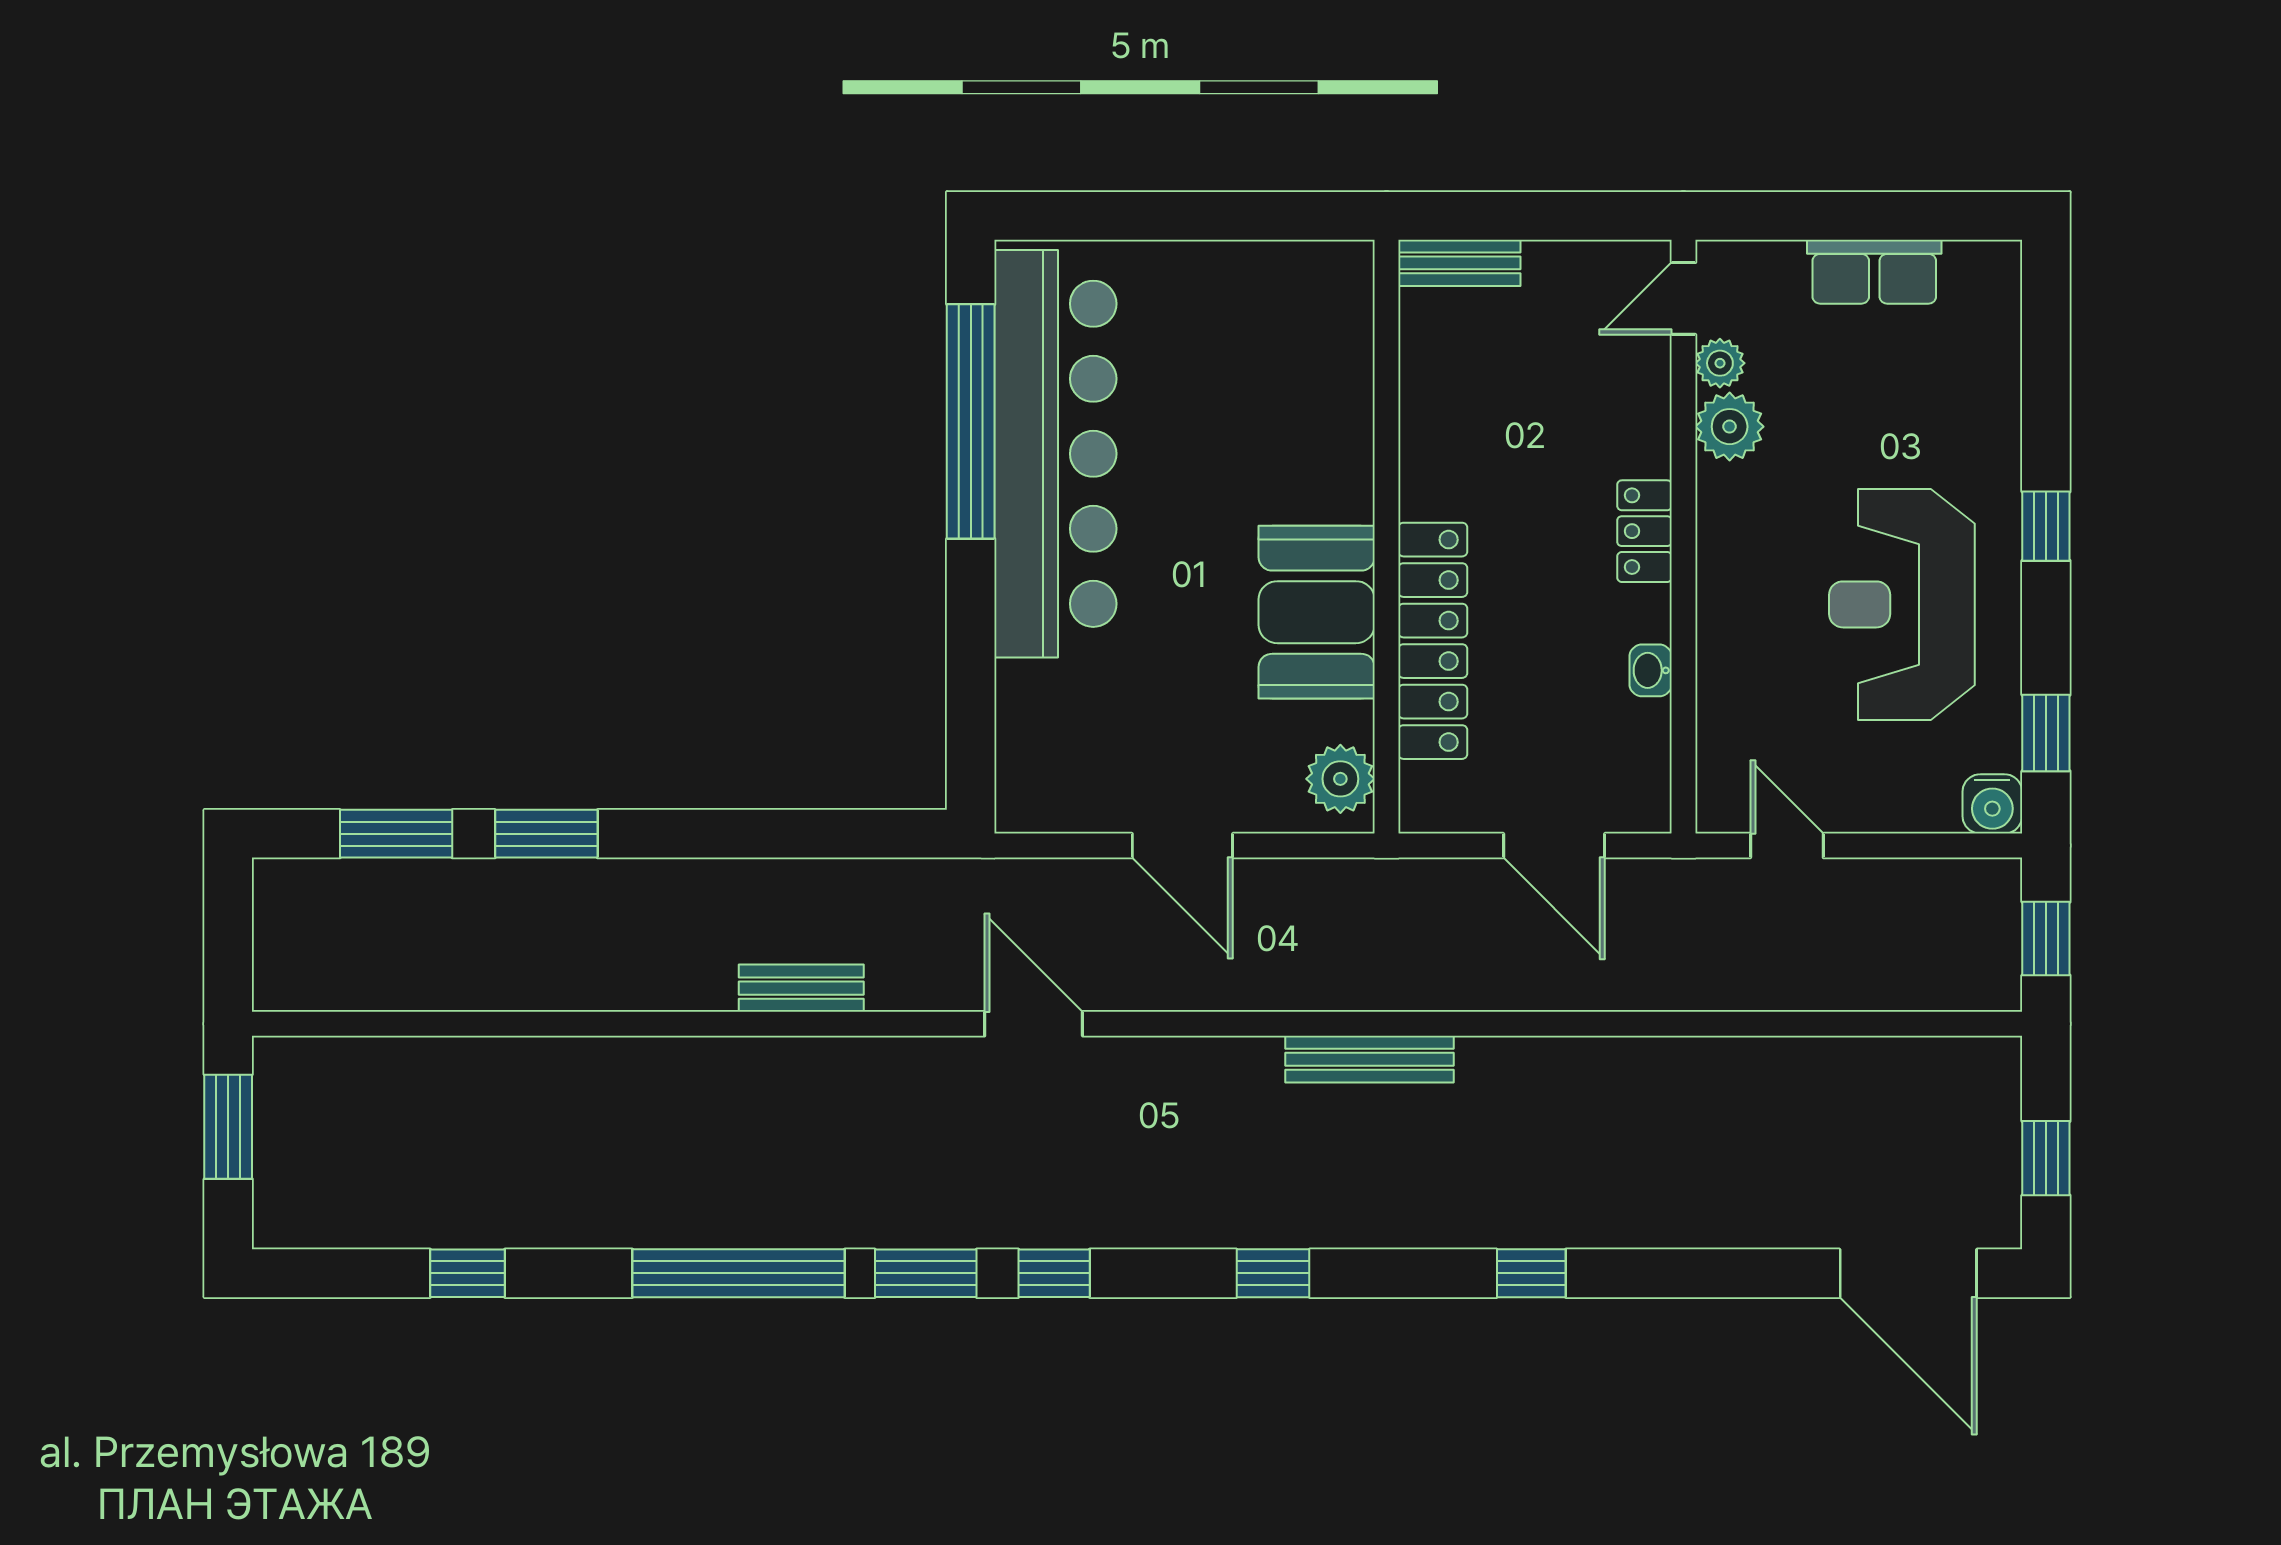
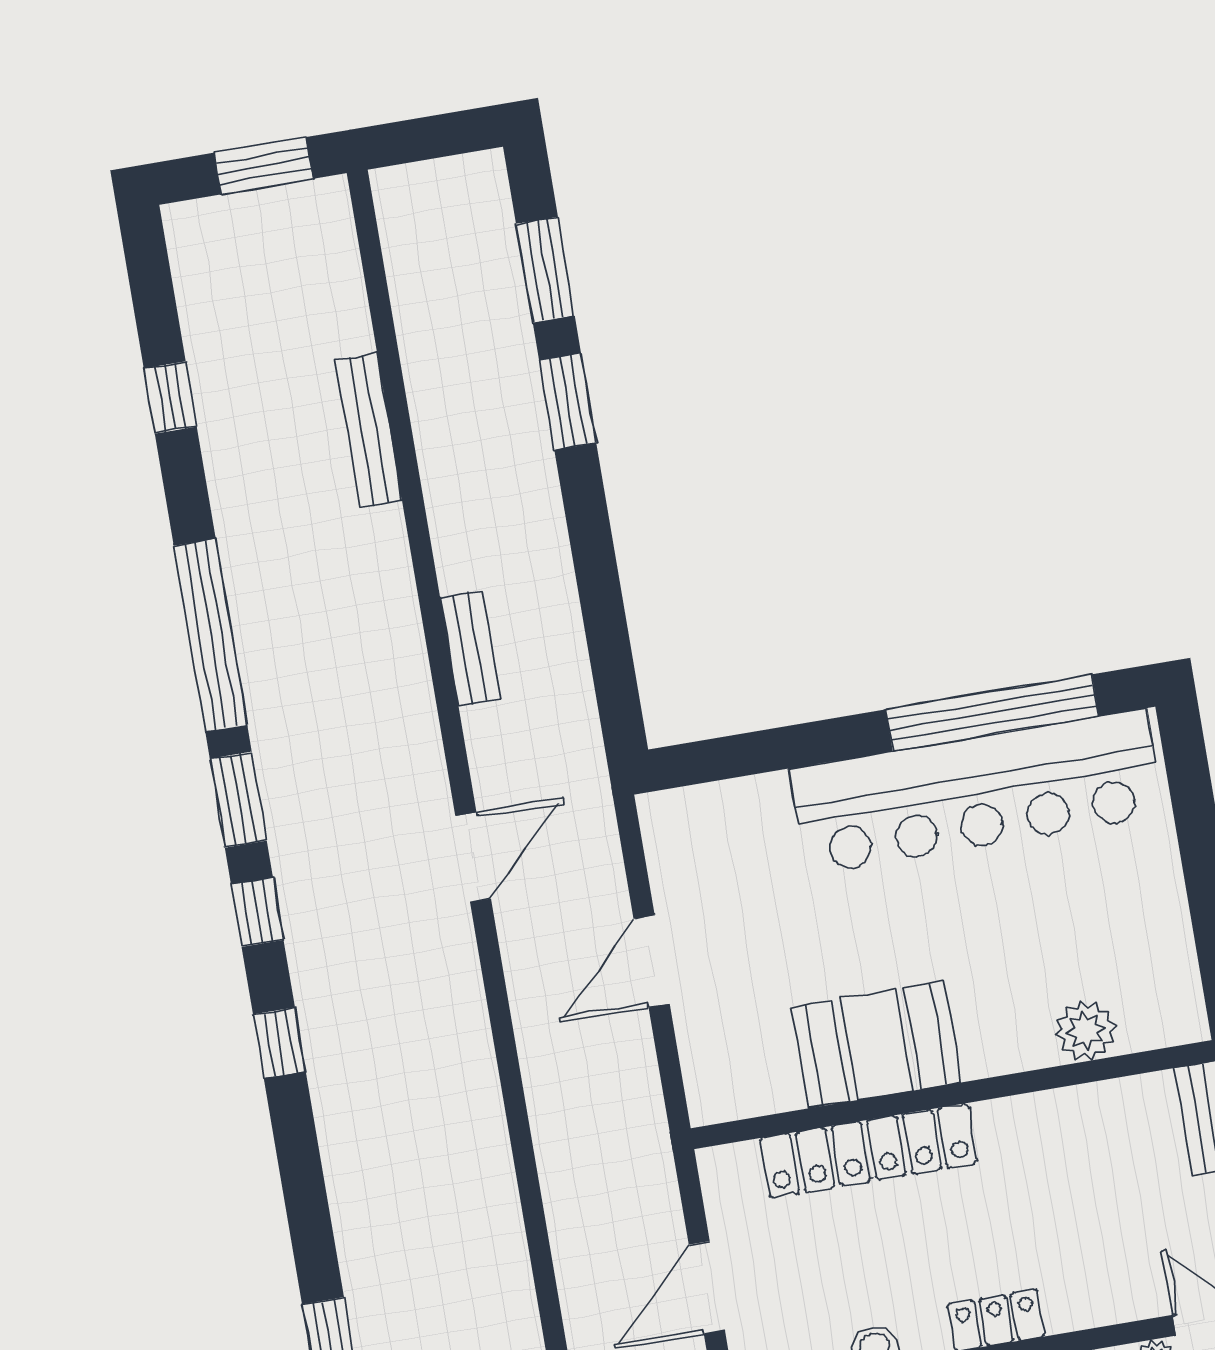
plant: (1340, 779) -> (1086, 1030), moved
bench: (1370, 1059) -> (369, 430), moved
window: (1273, 1273) -> (279, 1043), moved

